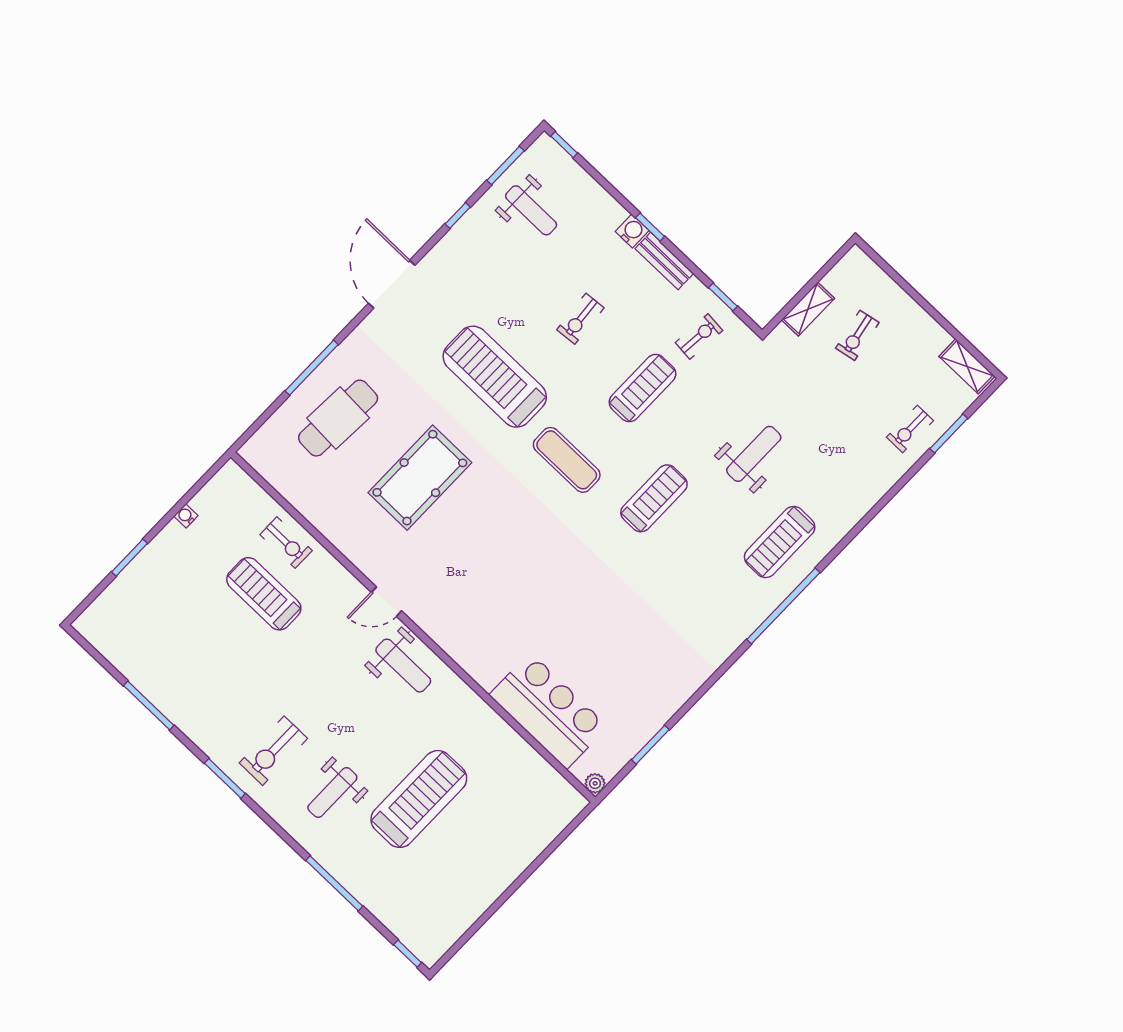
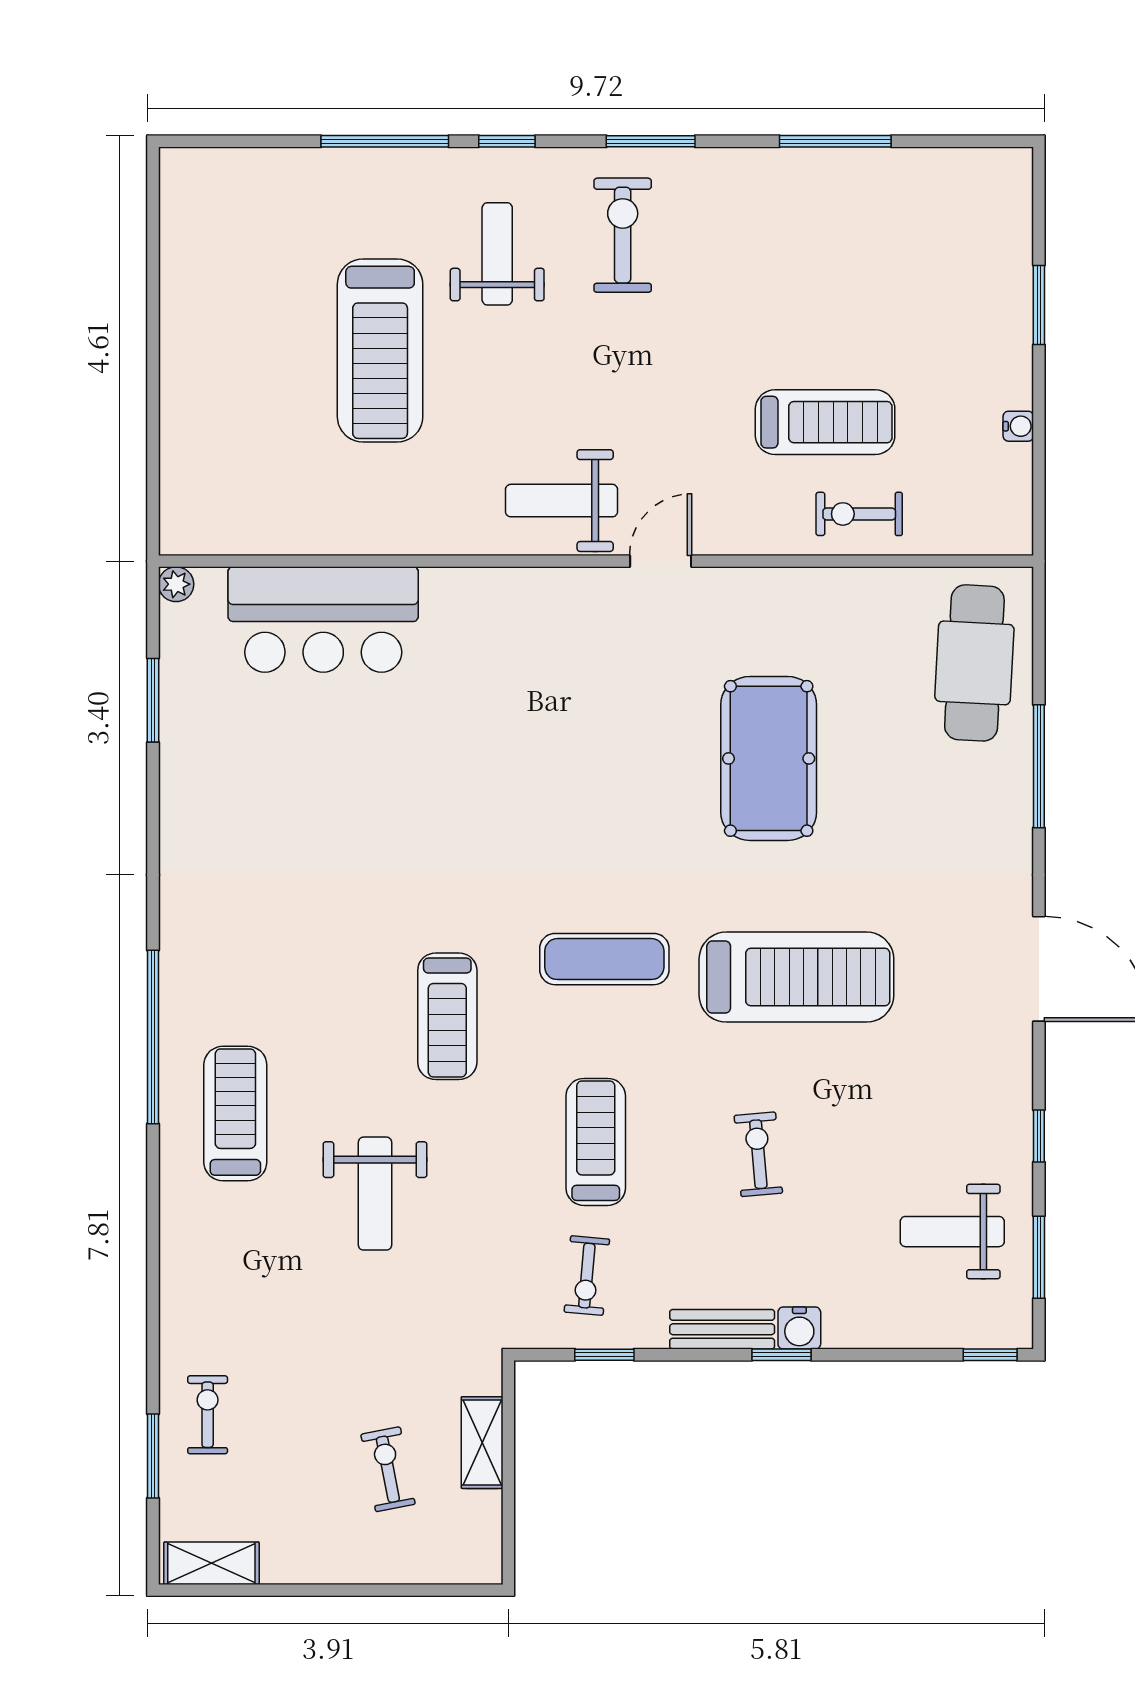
treadmill: (642, 388) -> (596, 1142), turned 180
cafe table: (338, 418) -> (974, 663), moved
window: (408, 954) -> (507, 141), moved

